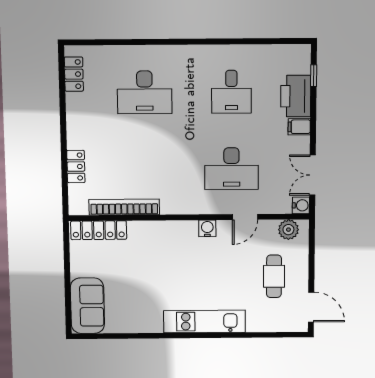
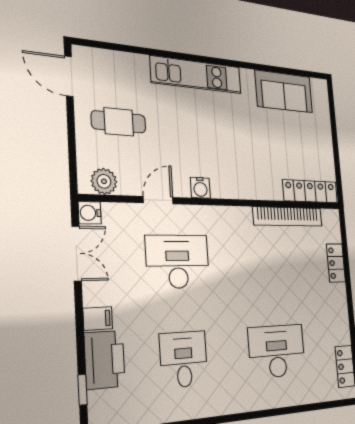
cafe table: (274, 276) -> (119, 122), turned 90
sofa: (87, 306) -> (284, 92), moved, turned -90

